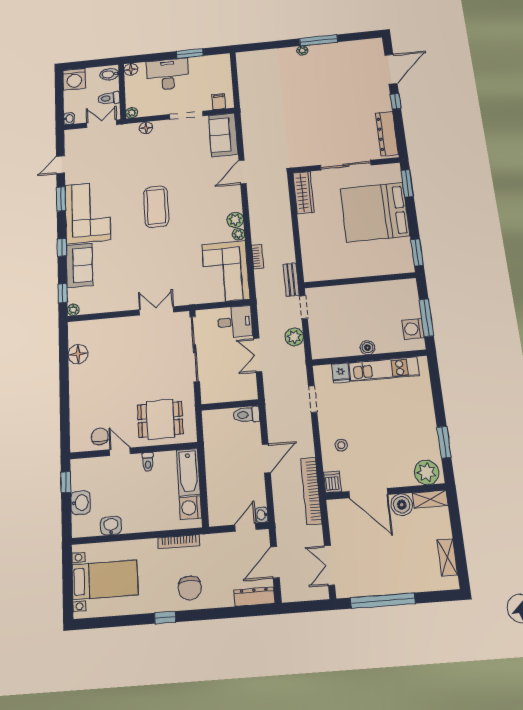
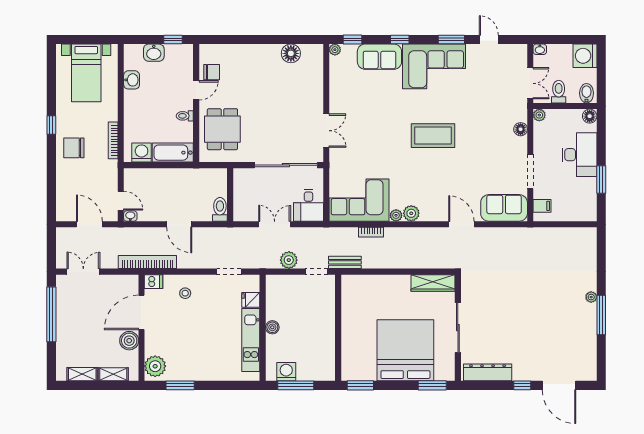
shelving: (430, 499) -> (113, 374), moved, turned 90
dresser: (254, 597) -> (63, 204), removed

